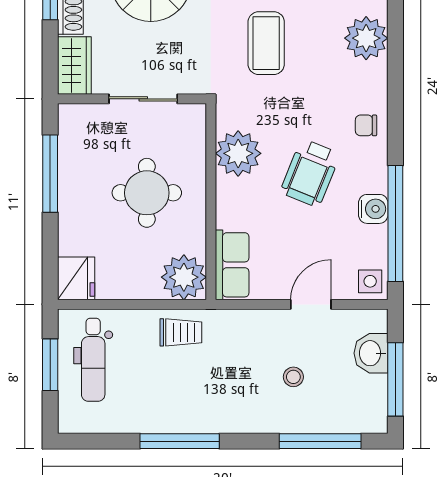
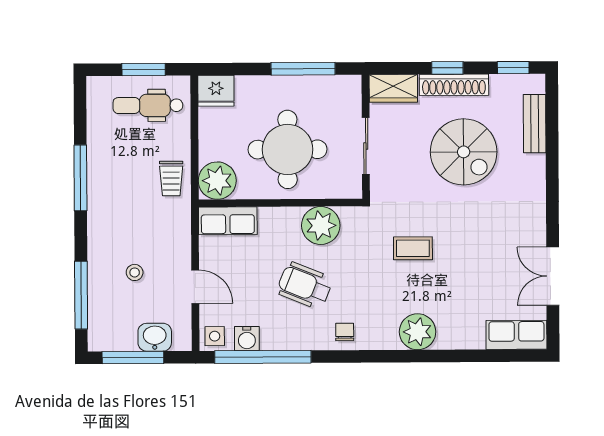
coffee table: (266, 43) -> (413, 248), width x0.73, depth x0.77
round table: (147, 193) -> (288, 149), width x1.36, depth x1.36
water cooler: (373, 209) -> (247, 339), moved

